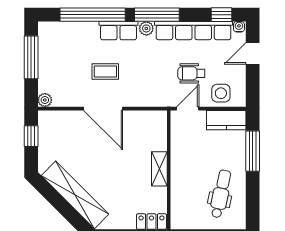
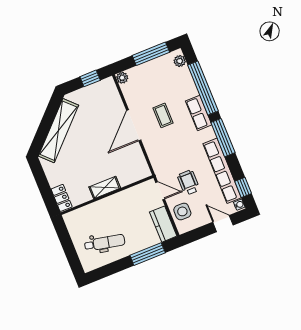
plant: (146, 28) -> (180, 61), moved

